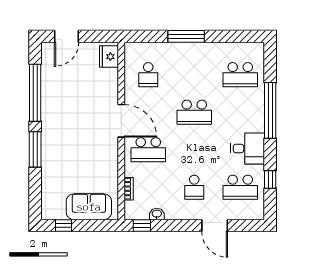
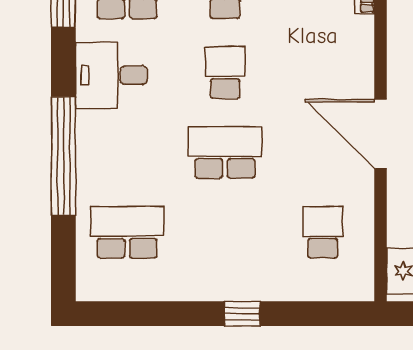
window: (186, 36) -> (242, 314), width x0.46
school desk: (148, 150) -> (225, 73), moved, width x0.54

